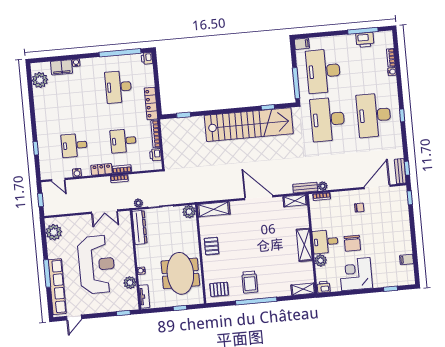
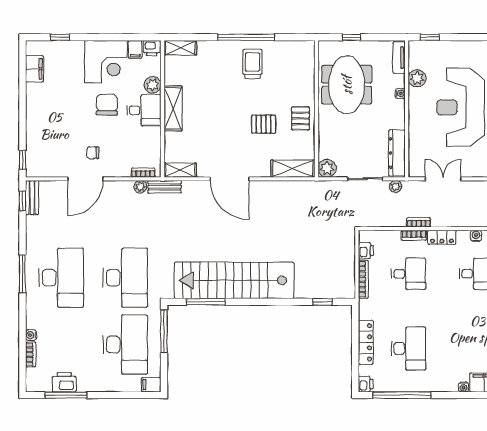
locker: (151, 103) -> (366, 342), moved
window: (268, 107) -> (206, 302), width x2.17
window: (402, 115) -> (22, 274), width x2.17
door: (377, 187) -> (85, 179), moved
filing cabinet: (407, 259) -> (34, 69), width x2.00
filing cabinet: (335, 285) -> (135, 49), added
pallet: (219, 289) -> (264, 124), moved

